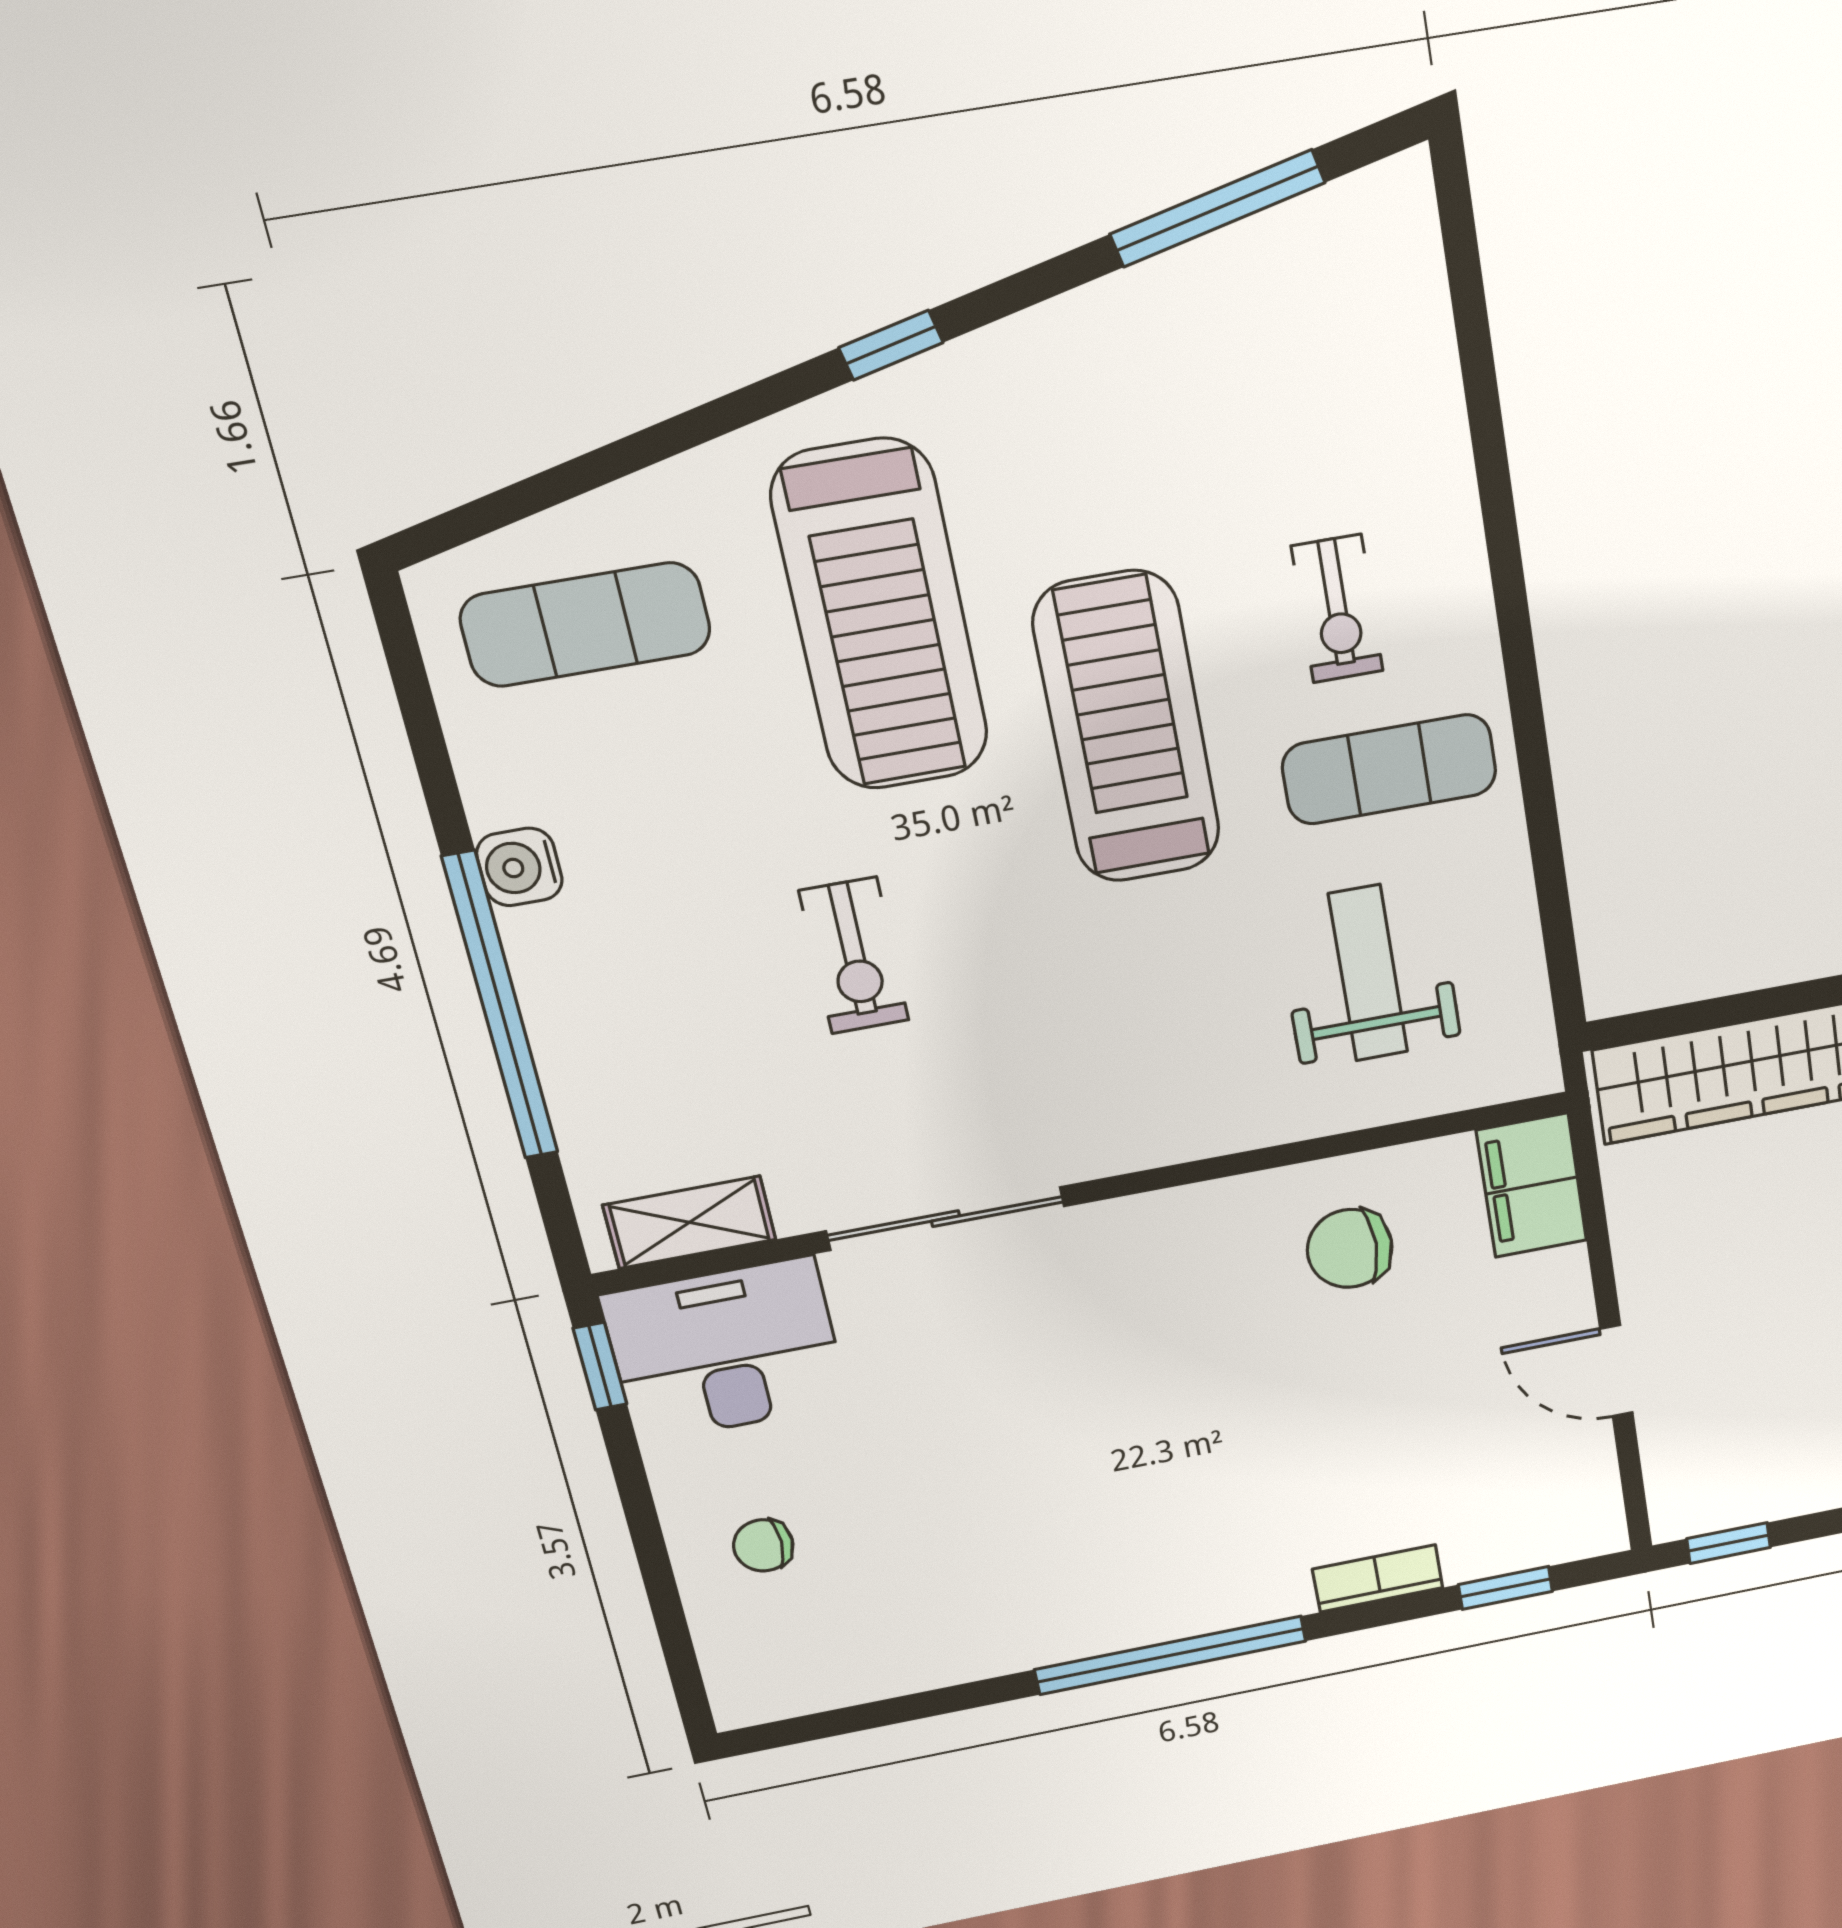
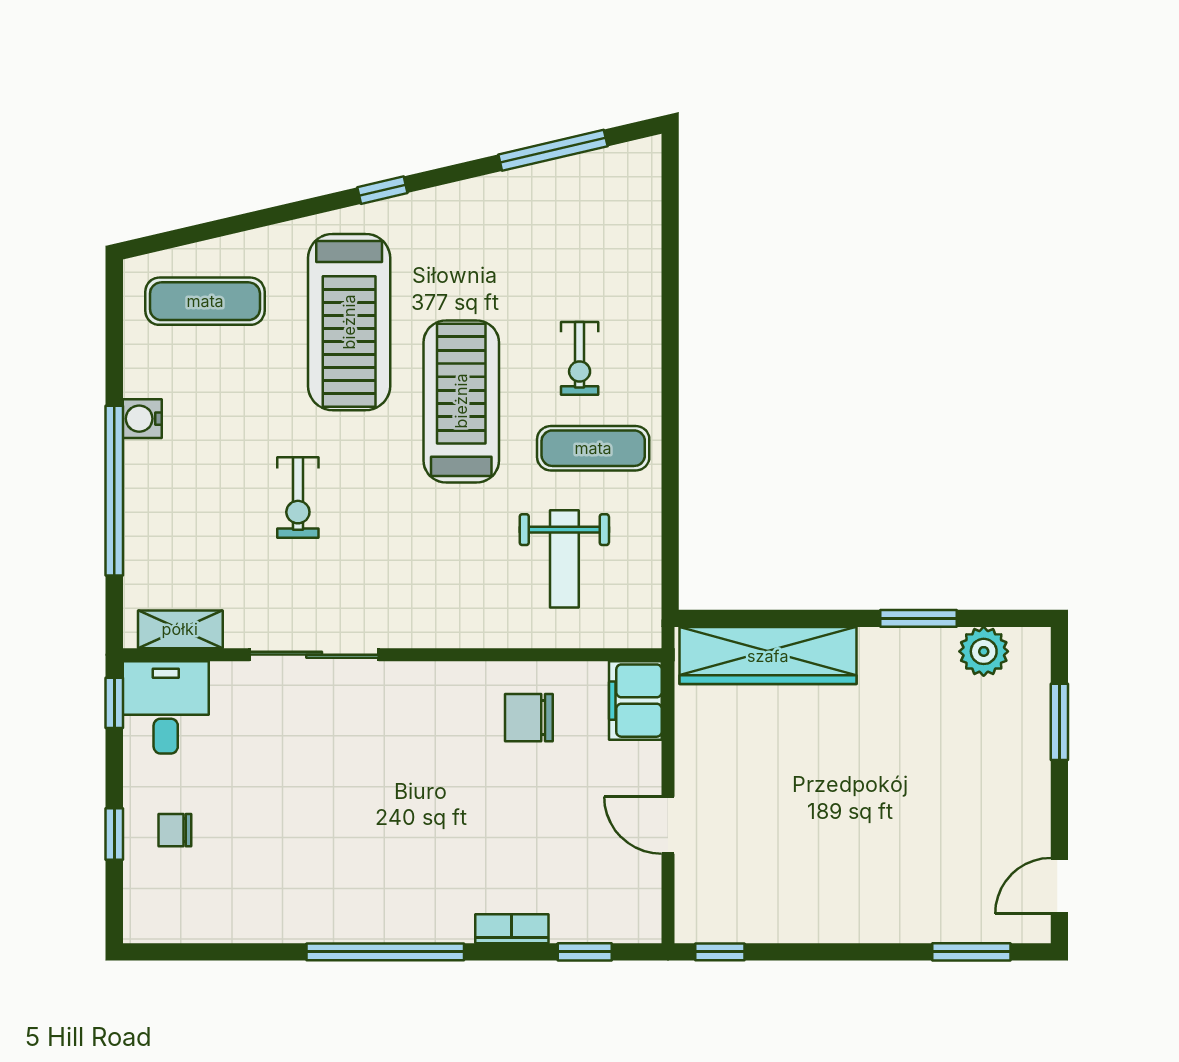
weight bench: (1368, 973) -> (564, 559), turned 180
desk: (725, 1350) -> (166, 707), width x0.73
window: (657, 1573) -> (114, 834), added

